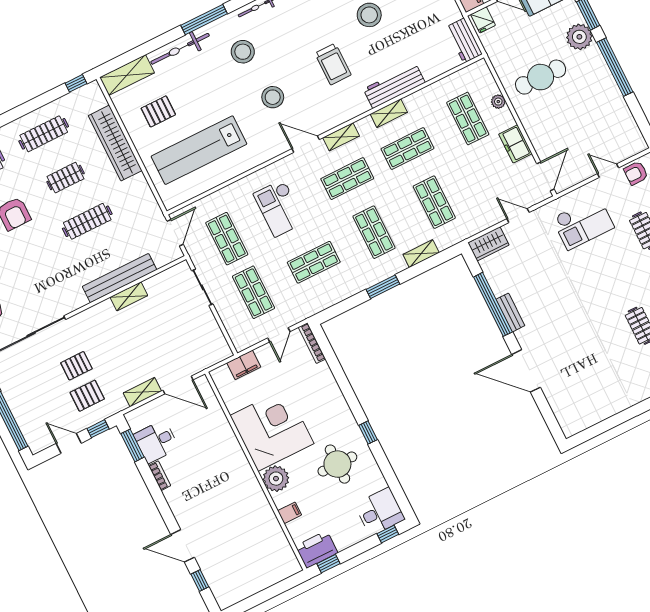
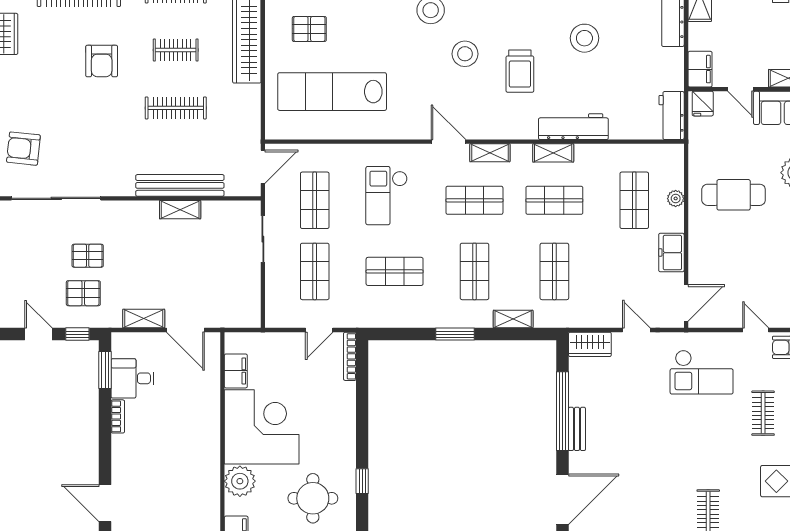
stool: (273, 97) -> (465, 54), moved
filing cabinet: (244, 365) -> (236, 371), moved, turned -90
door: (526, 371) -> (563, 499), swing flipped

